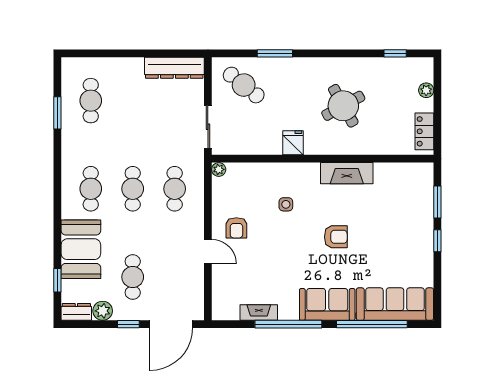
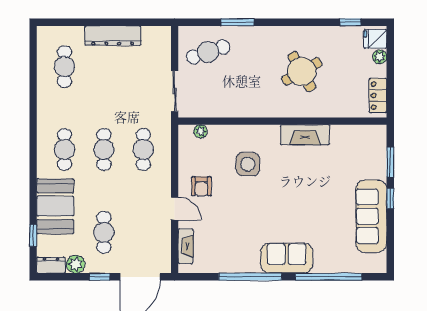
dresser: (174, 68) -> (113, 36), moved
cafe table: (244, 85) -> (208, 52), turned -58
window: (57, 113) -> (33, 78), removed
fridge: (293, 143) -> (375, 39), moved, turned -90
plant: (219, 169) -> (200, 131), moved
side table: (286, 204) -> (248, 164), width x1.87, depth x1.87
armchair: (336, 237) -> (295, 195), removed
sofa: (395, 304) -> (371, 216), moved, turned -90
fireplace: (259, 313) -> (186, 246), moved, turned 90

